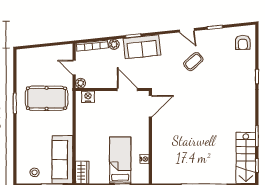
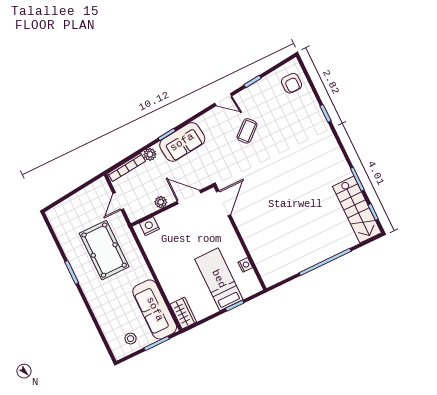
door: (74, 68) -> (118, 201), hinge flipped
plant: (81, 83) -> (161, 202), moved
pool table: (47, 98) -> (104, 250), turned 90

